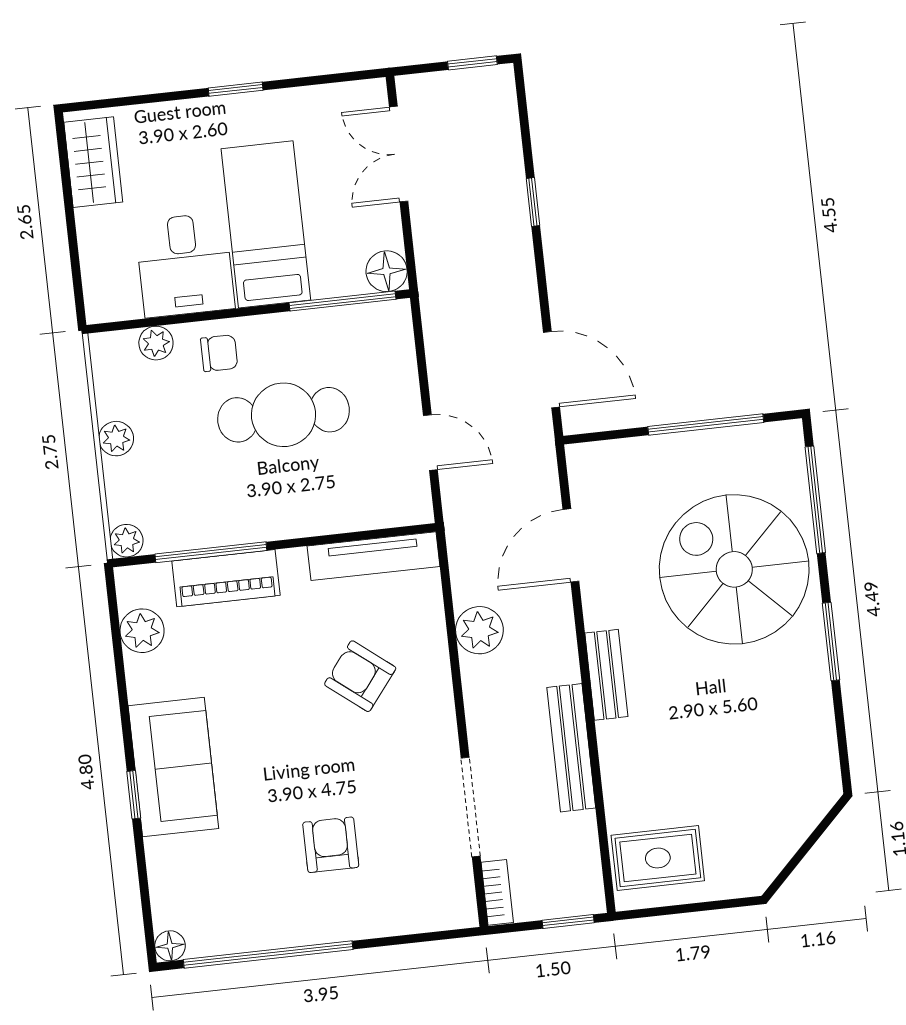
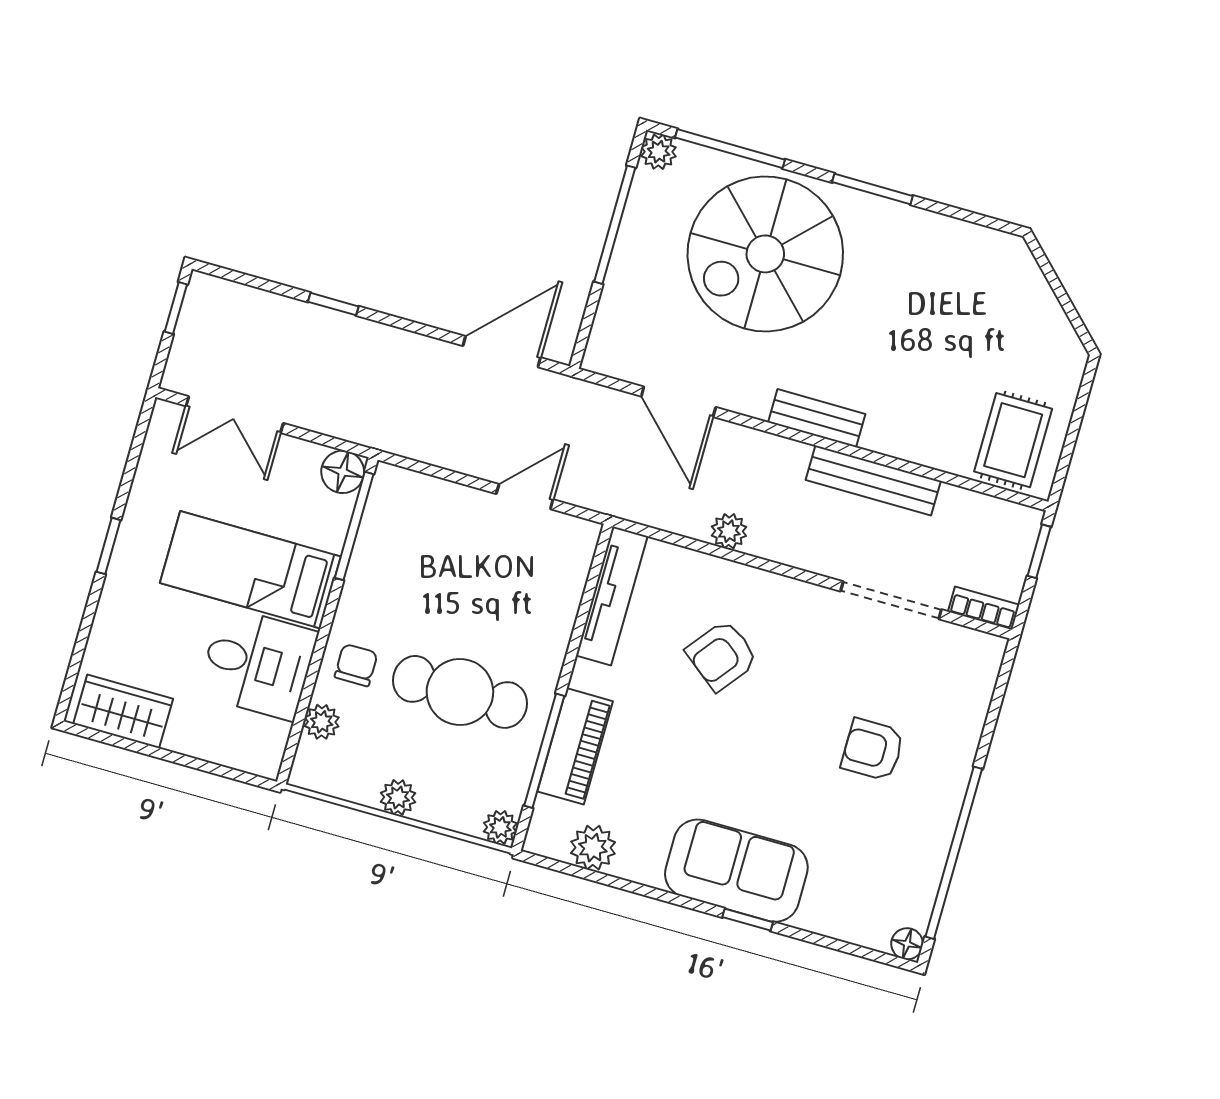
cafe table: (284, 415) -> (460, 692), moved, turned 90
plant: (787, 437) -> (659, 152), added
plant: (479, 630) -> (729, 531), width x0.73, depth x0.73

